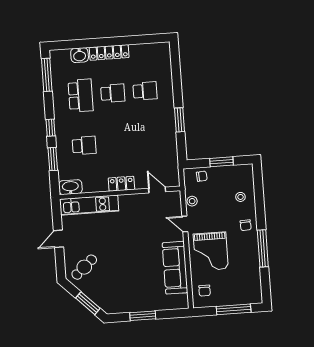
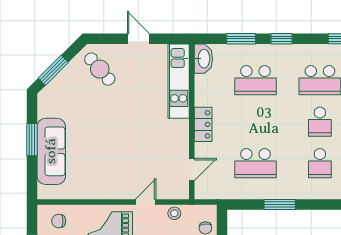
school desk: (149, 141) -> (255, 163), added
school desk: (84, 146) -> (255, 80), width x1.85
sofa: (175, 268) -> (51, 151), moved, turned 90

